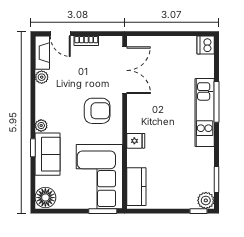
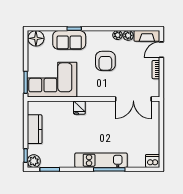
armchair: (97, 111) -> (105, 61), moved
plant: (41, 126) -> (118, 35), moved
kitchen counter: (136, 187) -> (35, 129), moved, turned -90

